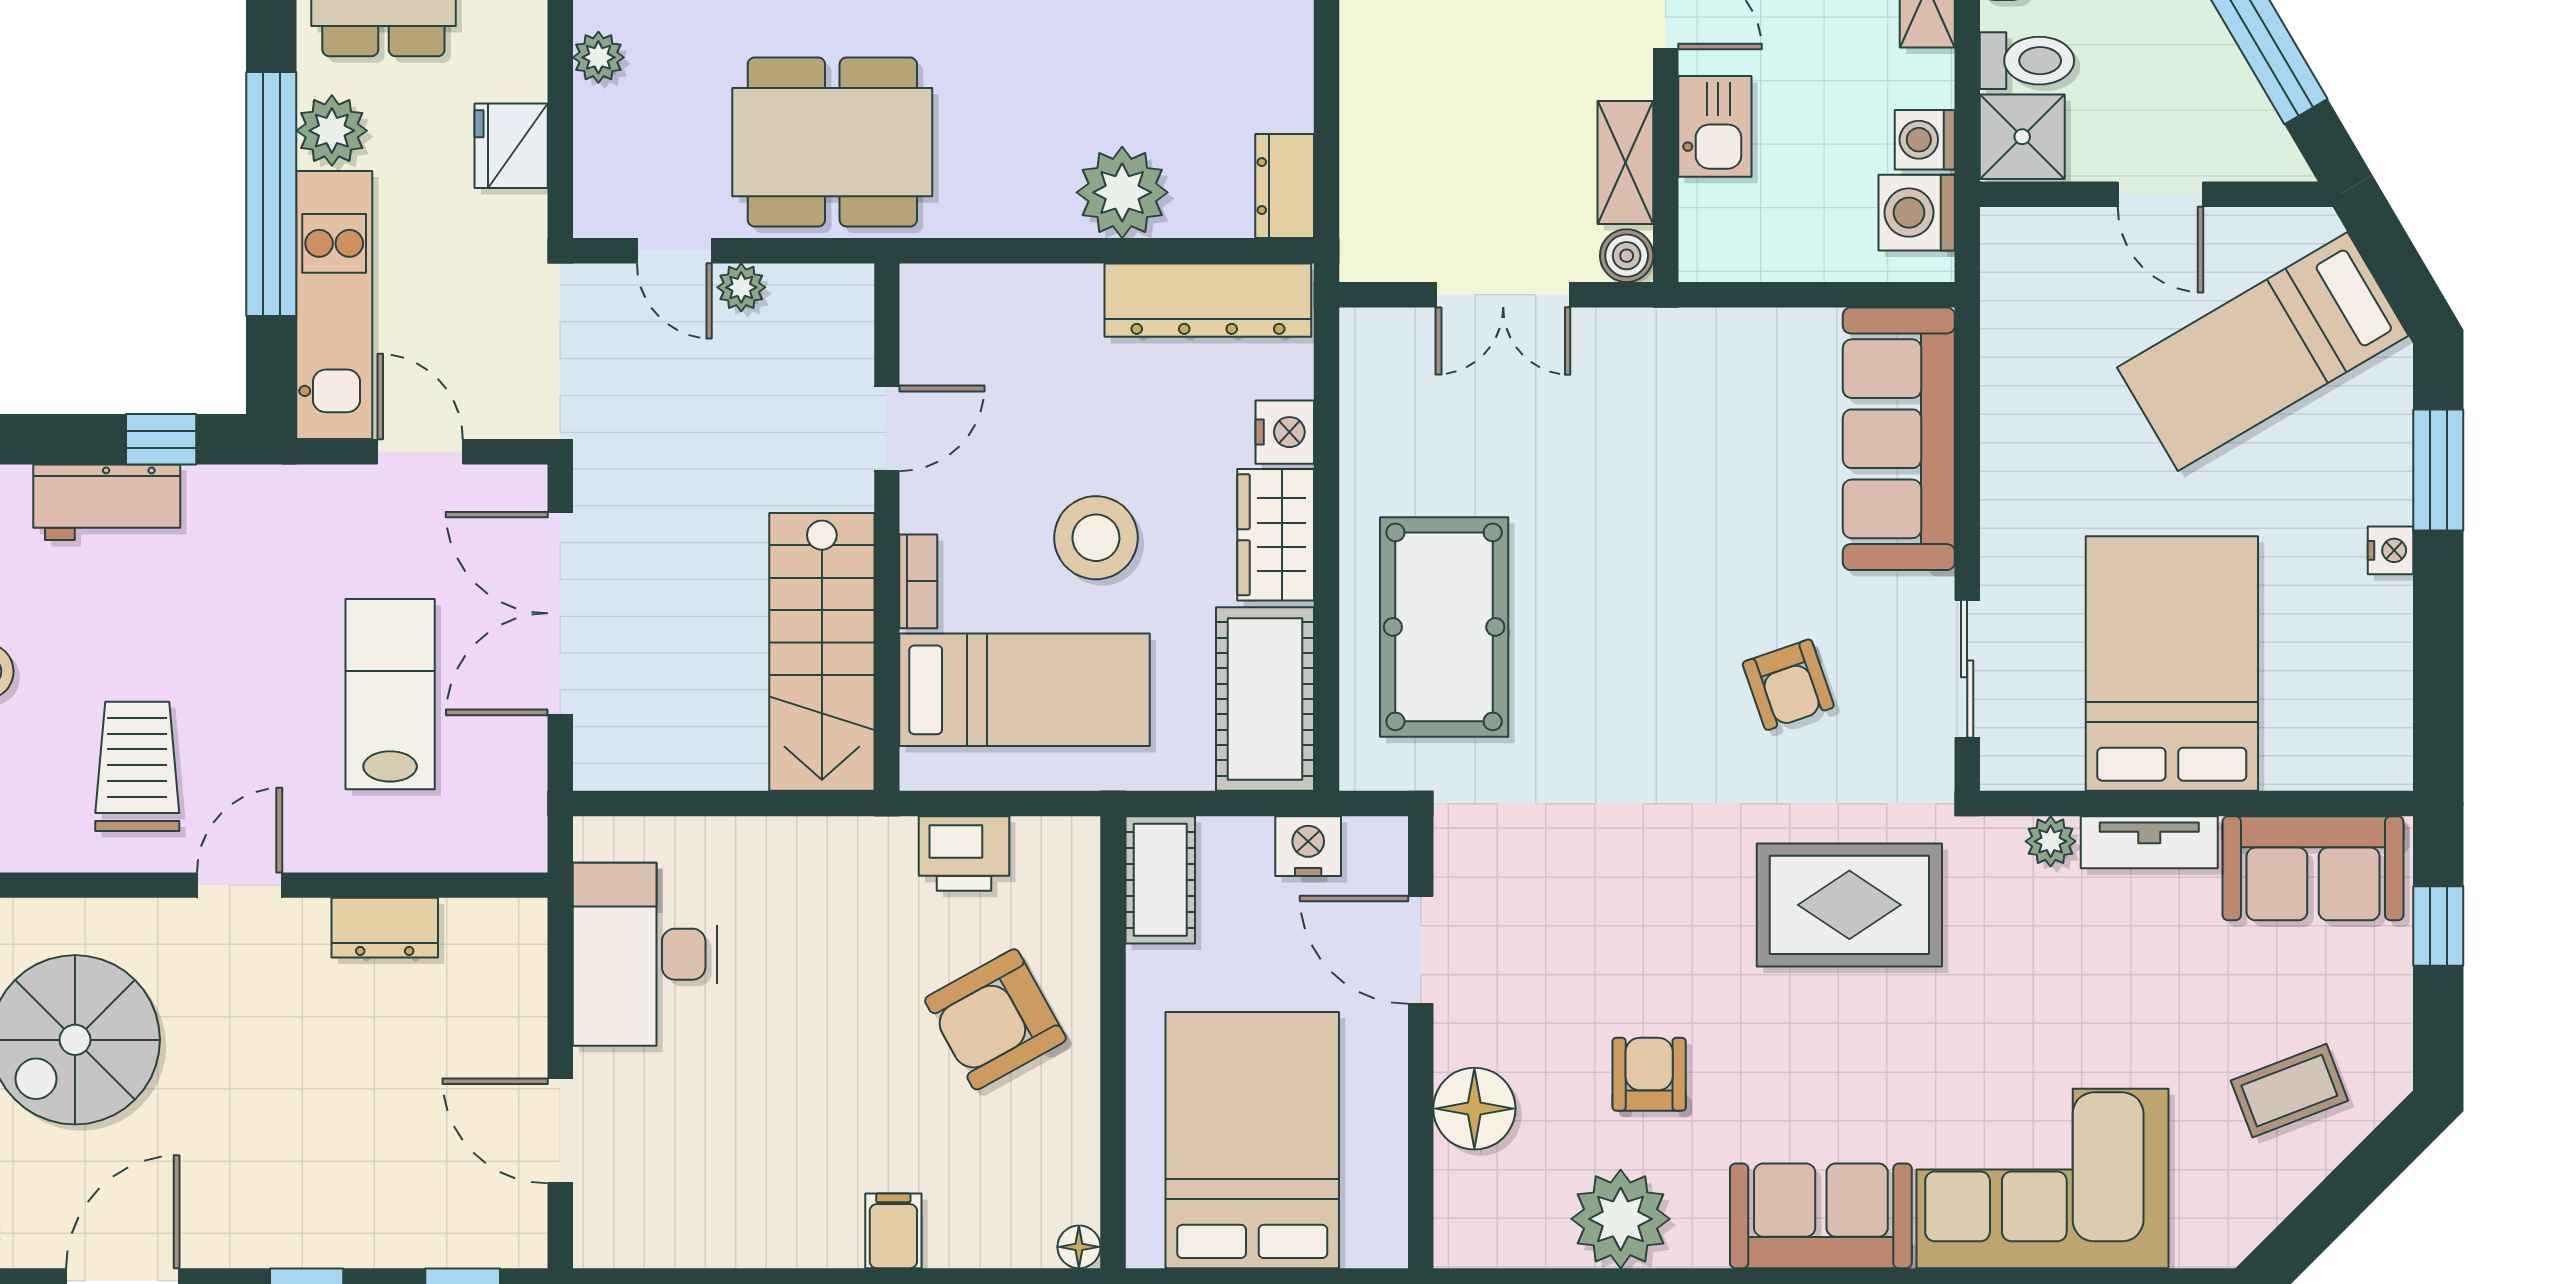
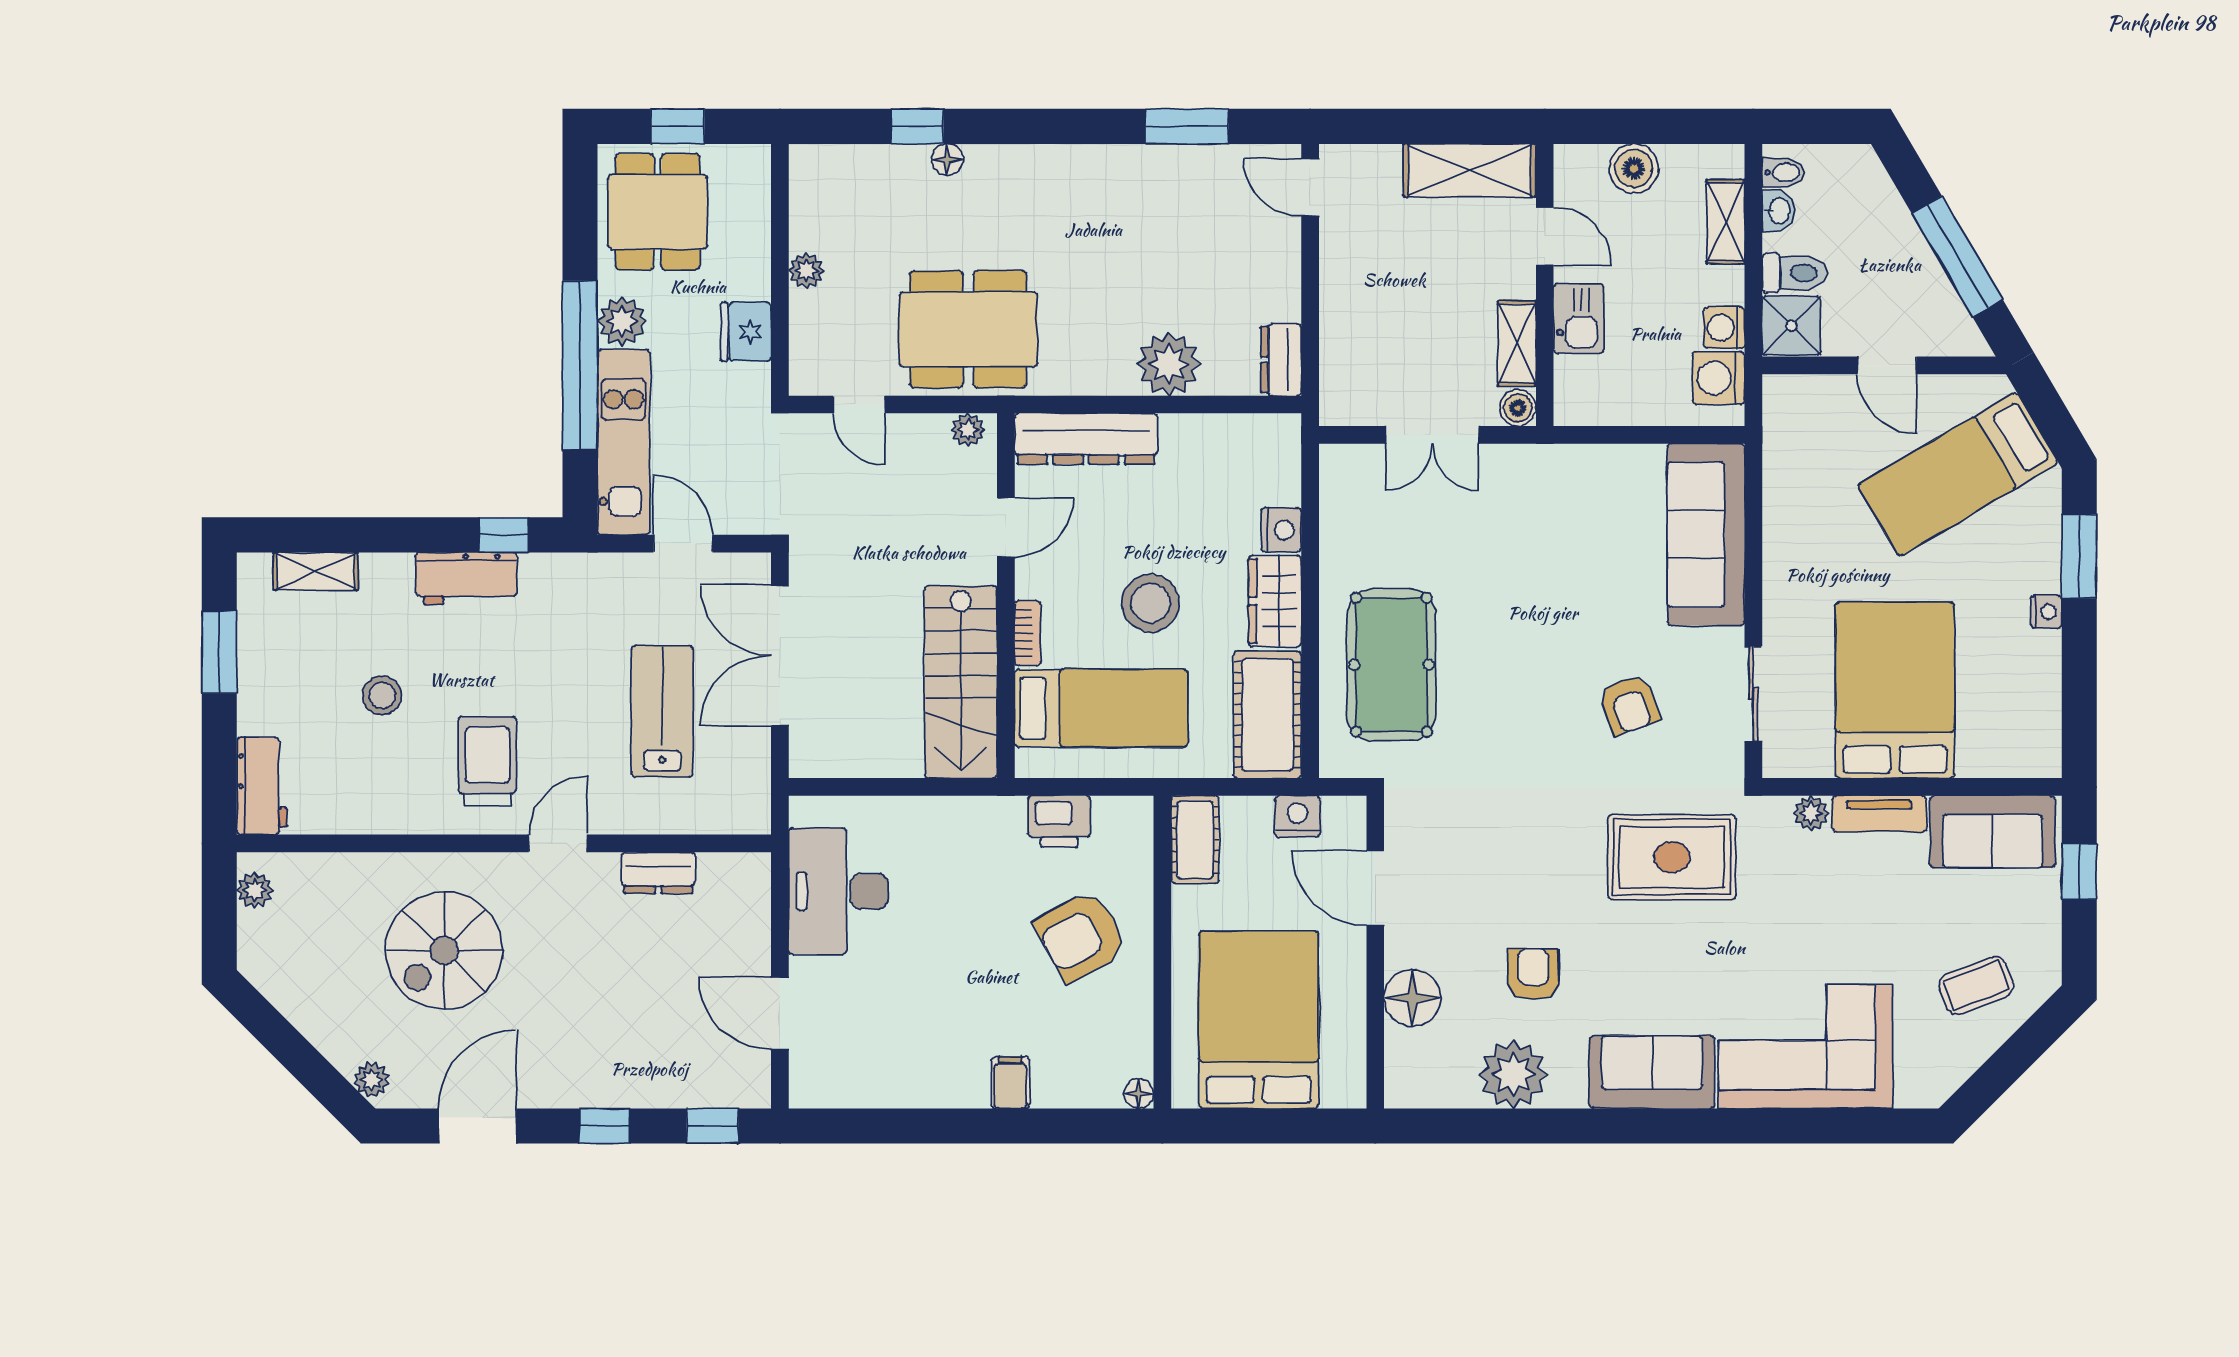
plant: (741, 287) -> (968, 430), moved
dresser: (1208, 300) -> (1086, 439), moved

